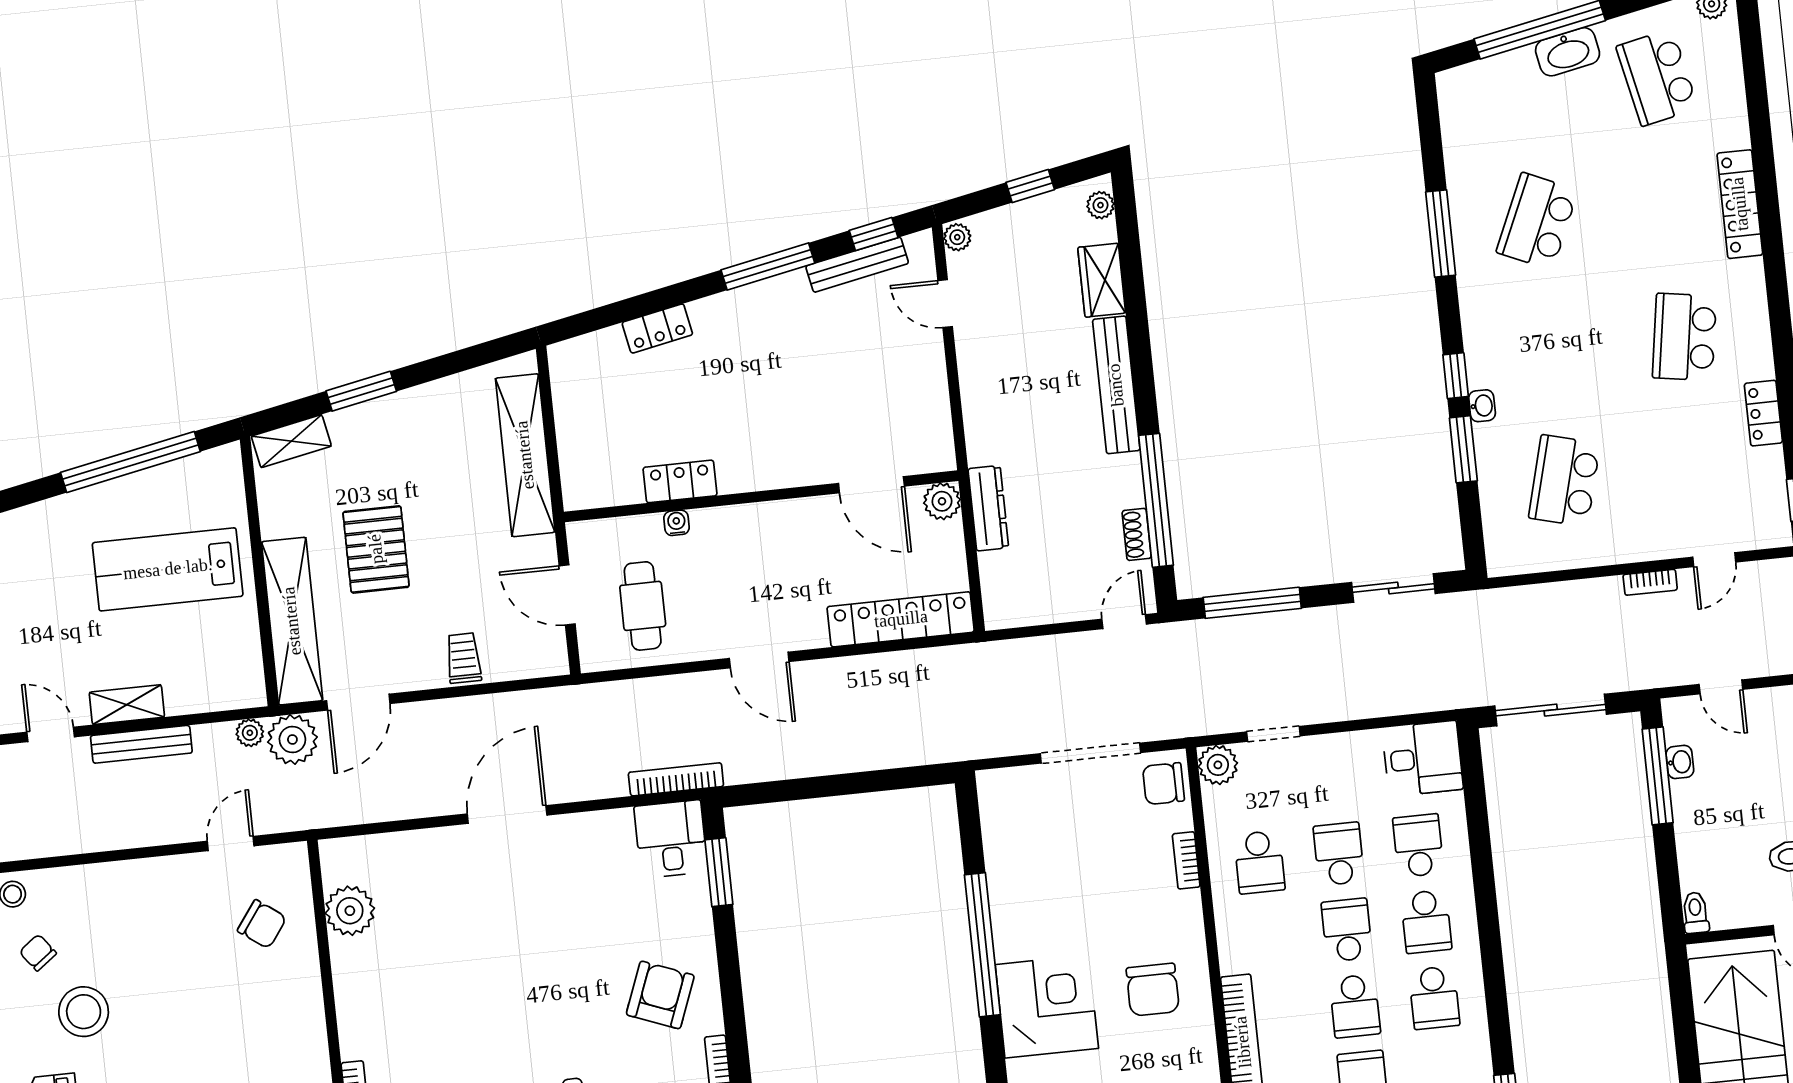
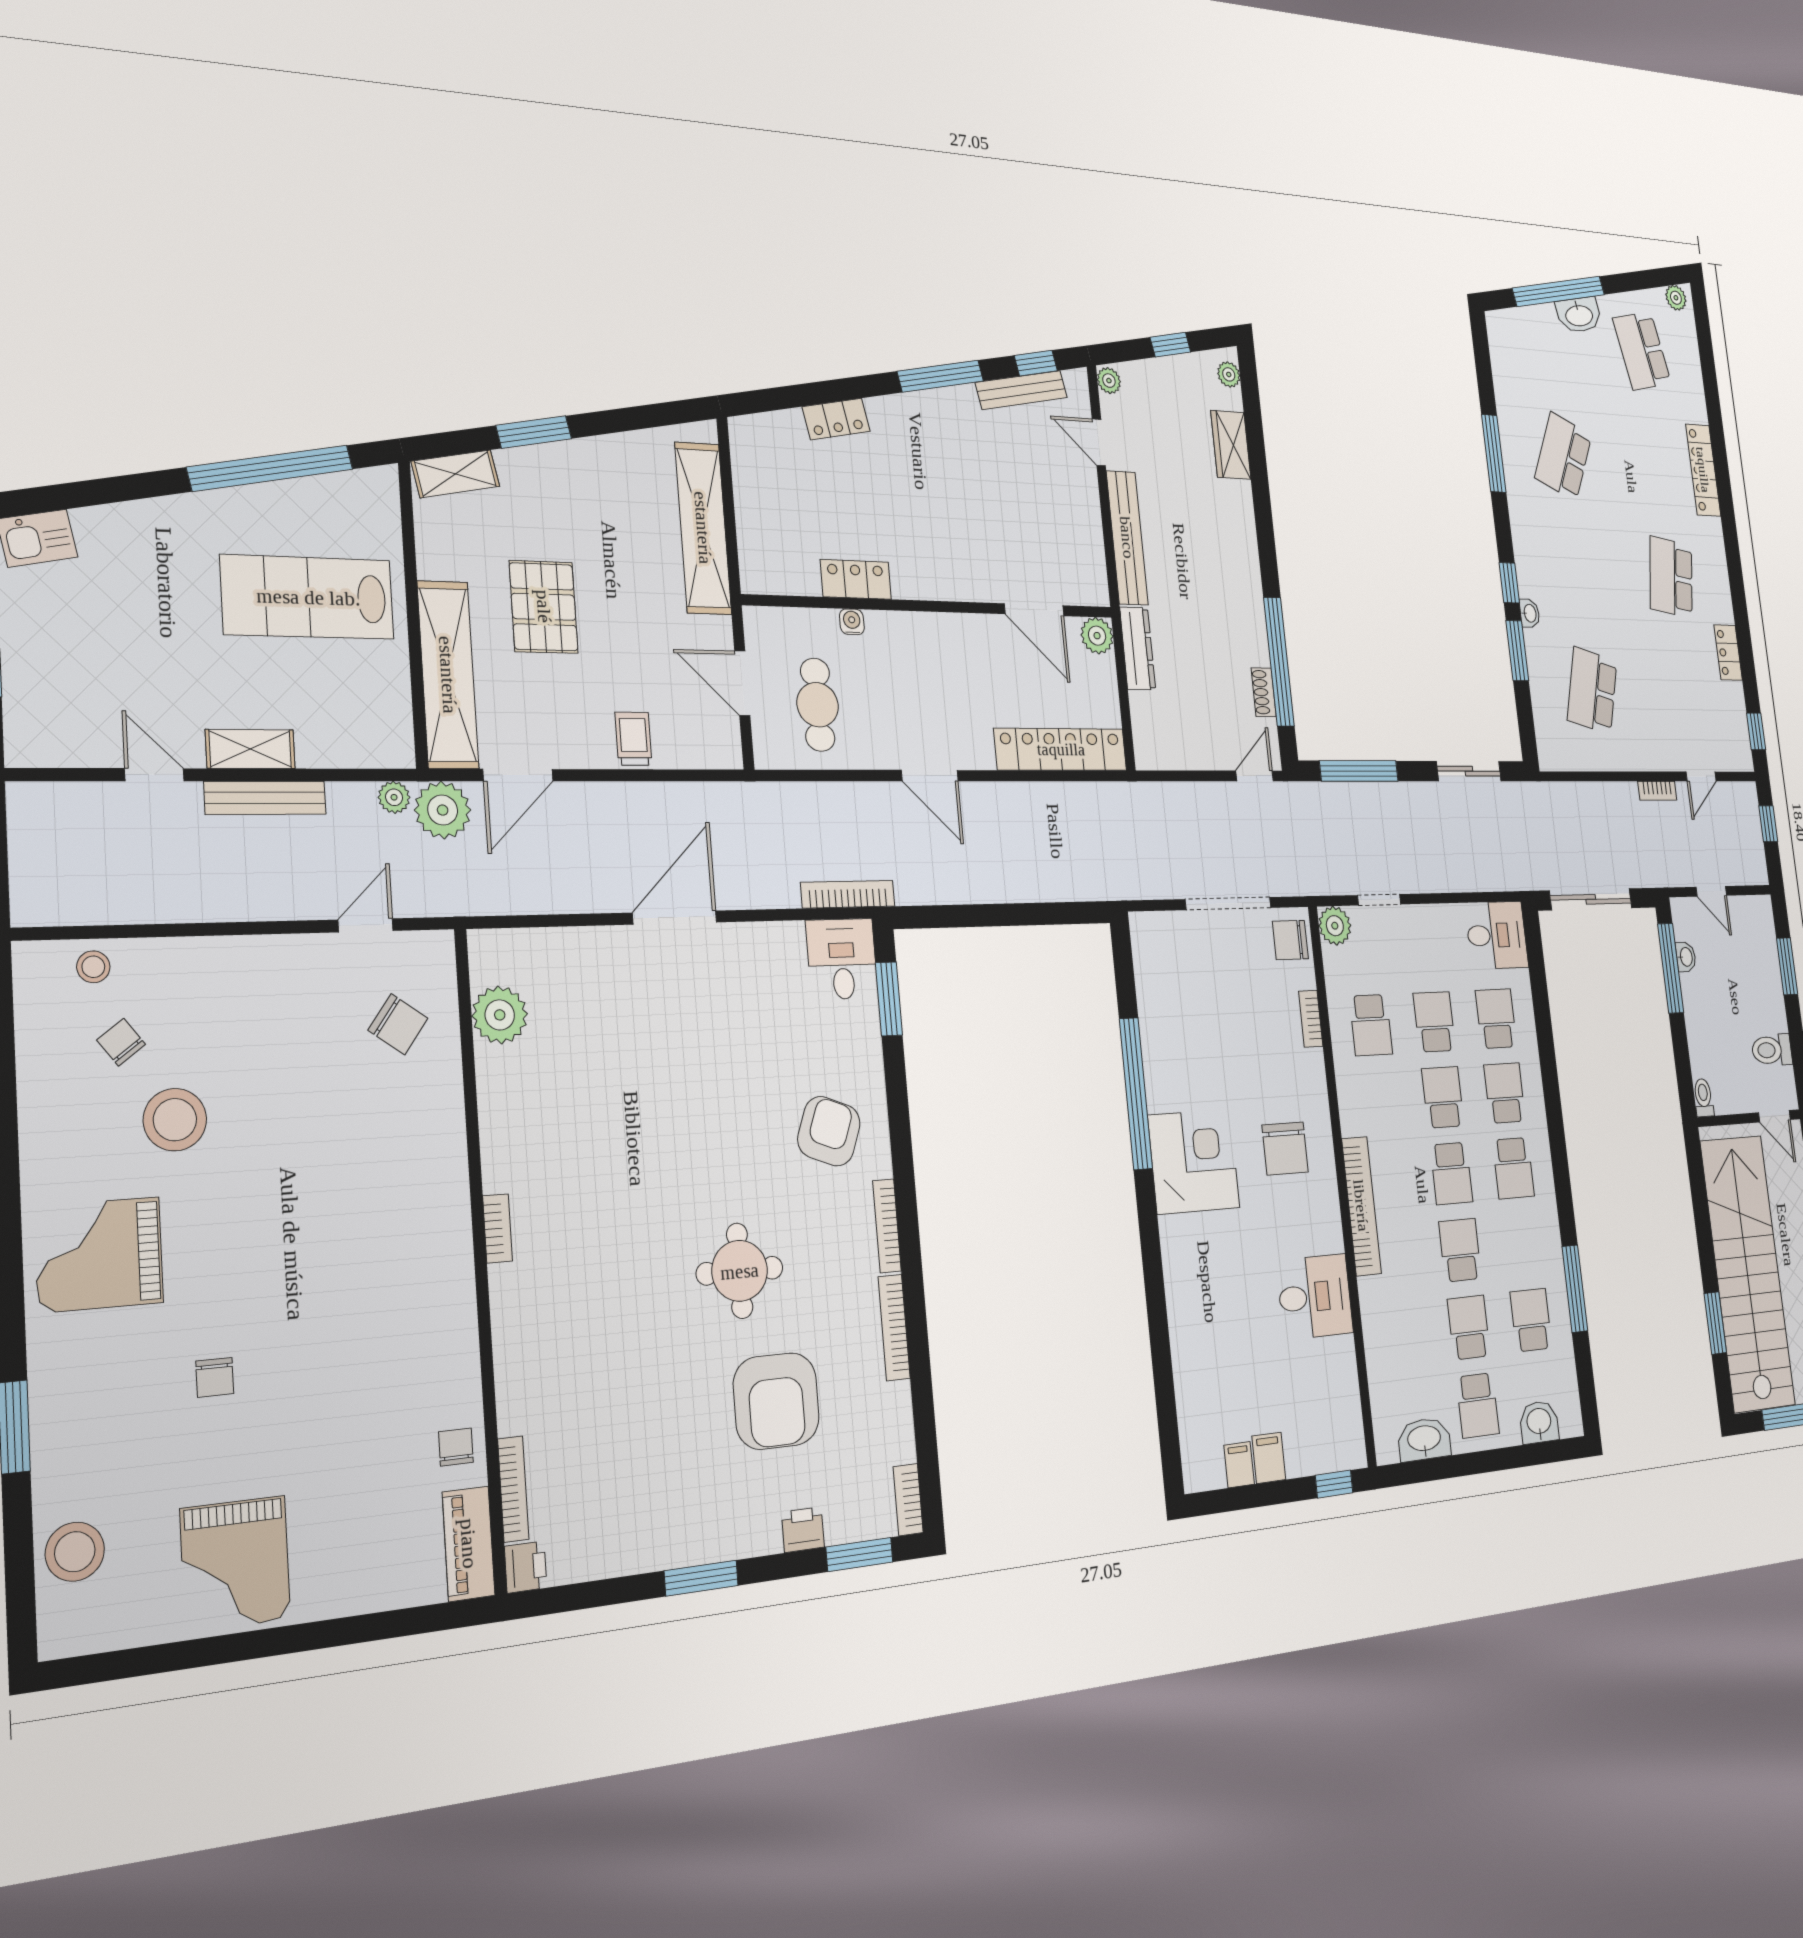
bench: (1116, 385) -> (1127, 538), moved
school desk: (1426, 922) -> (1505, 1093), turned 180

